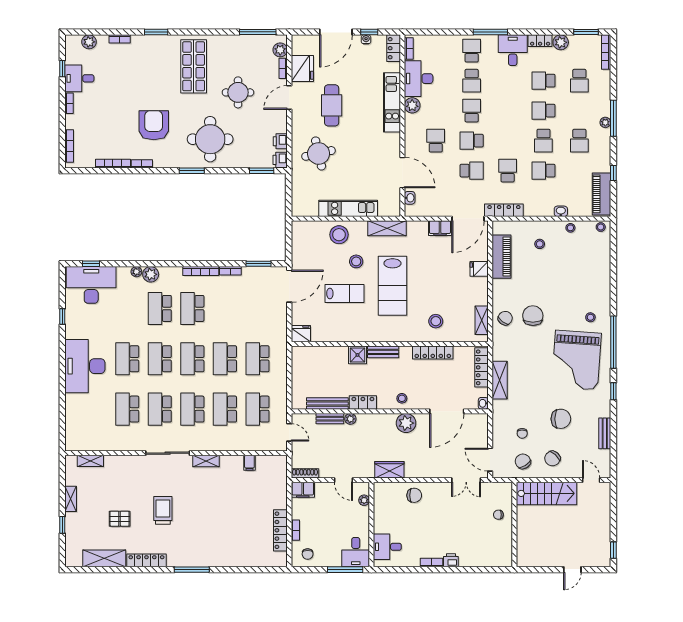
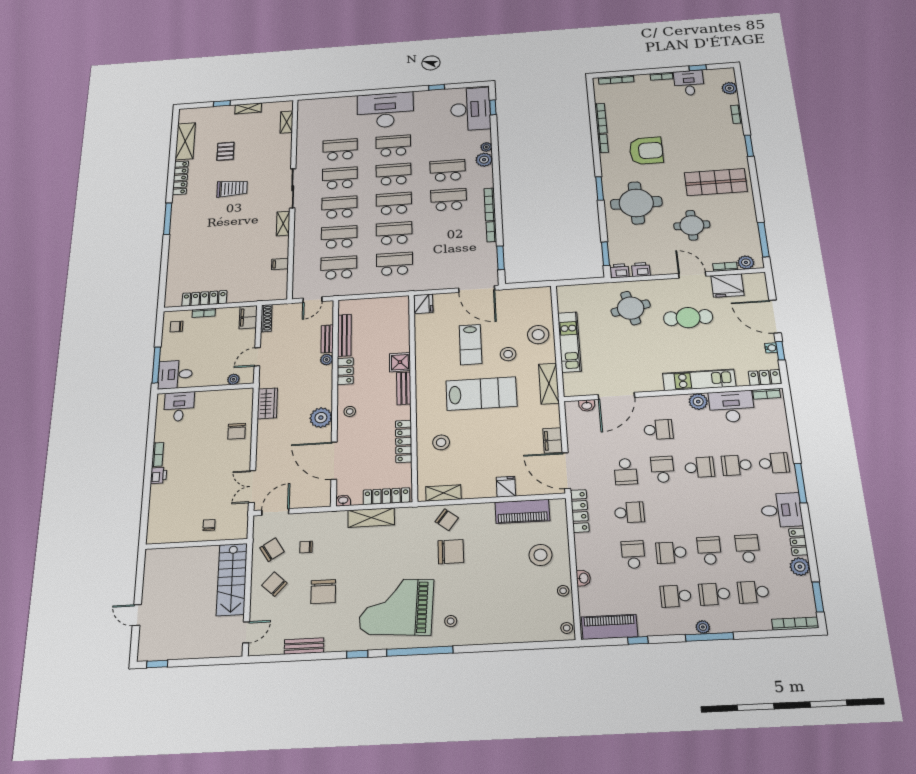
school desk: (579, 111) -> (714, 594), added
stool: (540, 244) -> (540, 555), width x1.89, depth x1.89
lab bench: (392, 286) -> (481, 394), turned 180

